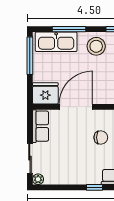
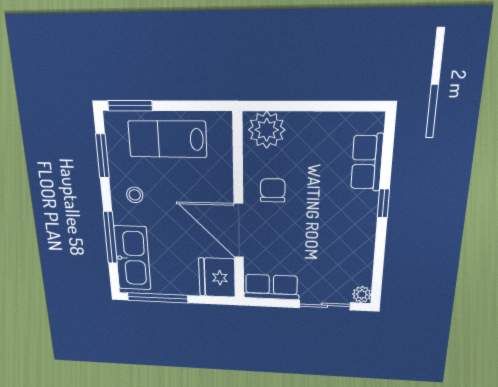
stool: (96, 46) -> (135, 195), width x0.53, depth x0.53
chair: (101, 137) -> (273, 190), moved

